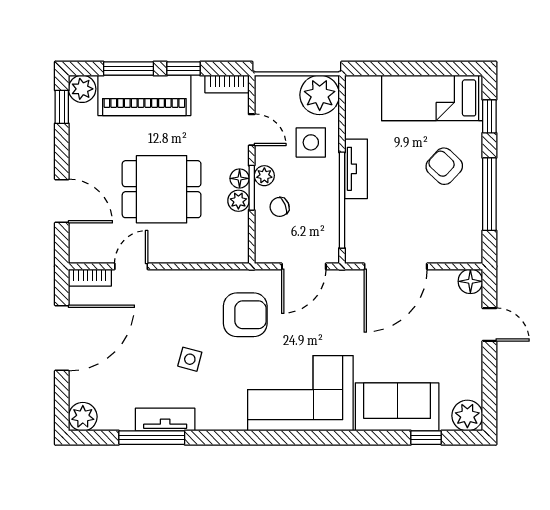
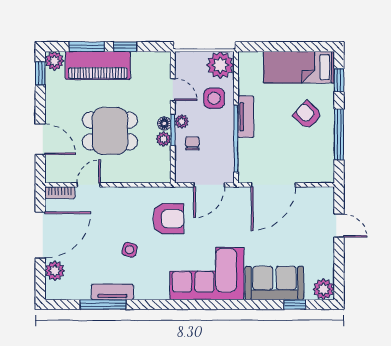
bookcase: (227, 84) -> (156, 57), removed
chair: (280, 207) -> (192, 143), turned 112
floor lamp: (470, 281) -> (326, 195), removed
plant: (83, 417) -> (55, 271), moved

